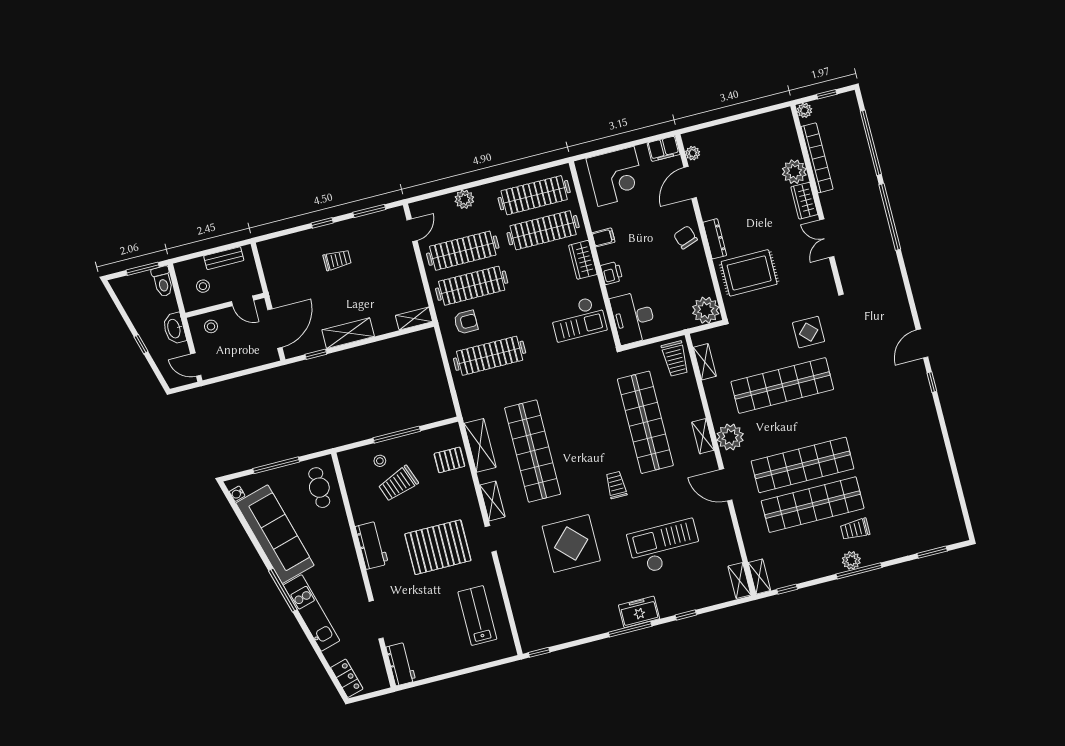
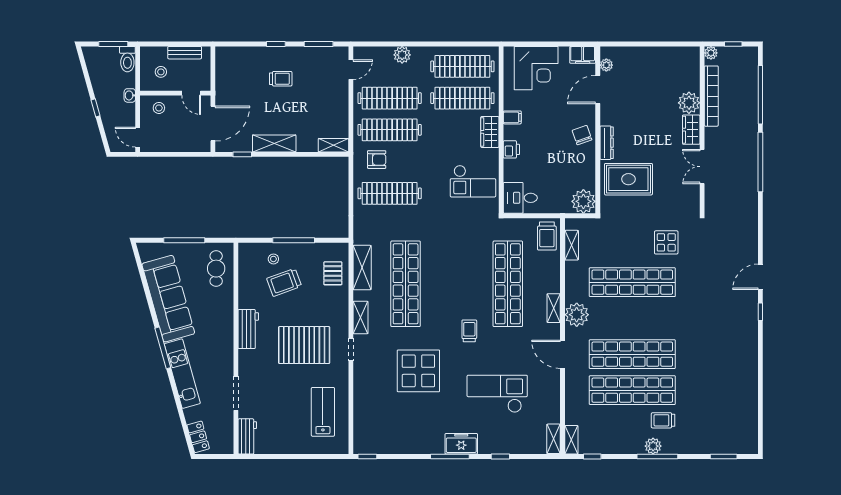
desk: (633, 318) -> (520, 198), width x0.73
washbasin: (174, 328) -> (130, 95), width x0.52, depth x0.69
pallet: (449, 460) -> (333, 273), turned 90
water cooler: (237, 494) -> (145, 256), removed

